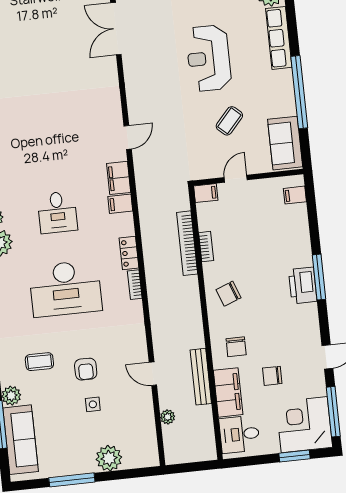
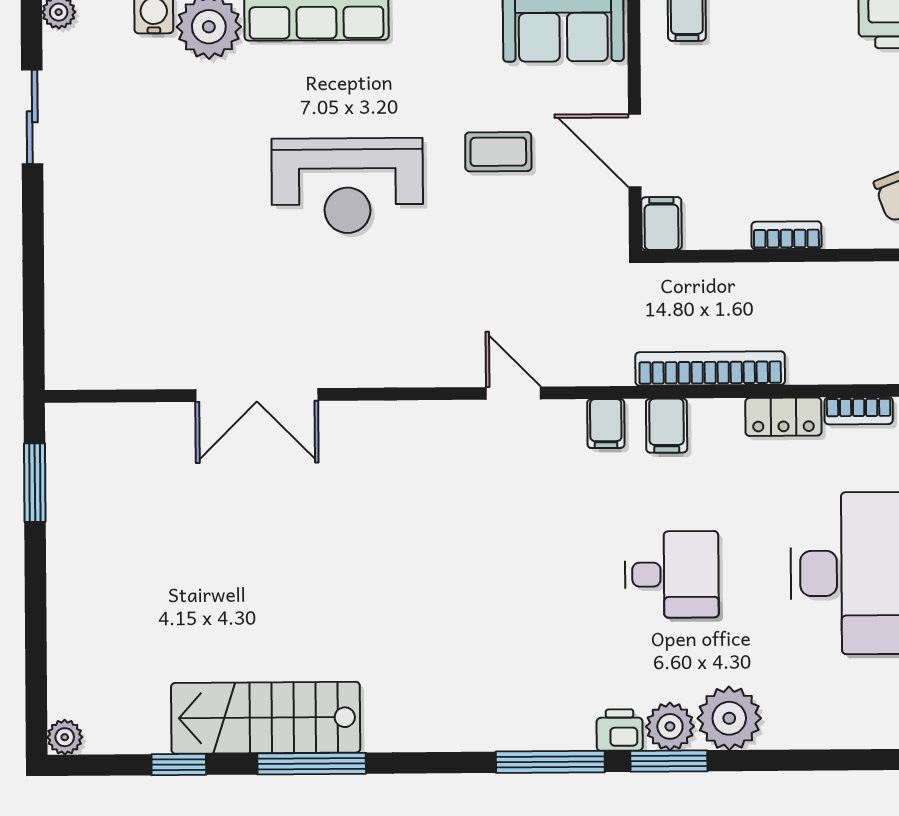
coffee table: (229, 121) -> (498, 152), turned -42
filing cabinet: (119, 178) -> (606, 424), width x0.50
door: (236, 179) -> (635, 151), width x1.38
bookcase: (187, 243) -> (710, 369), moved, turned 180

